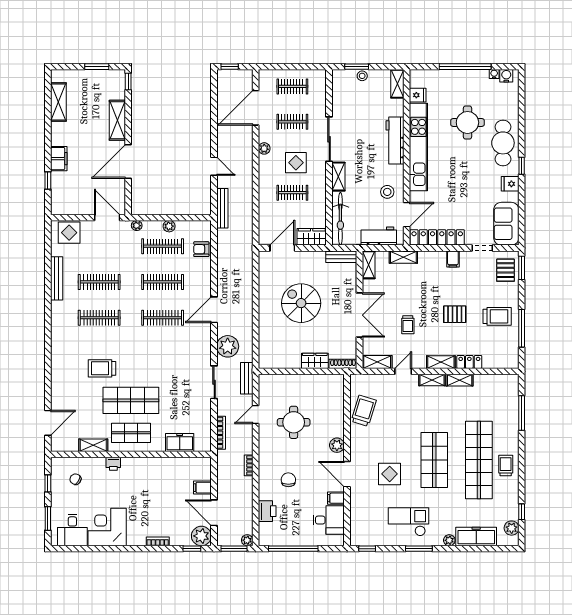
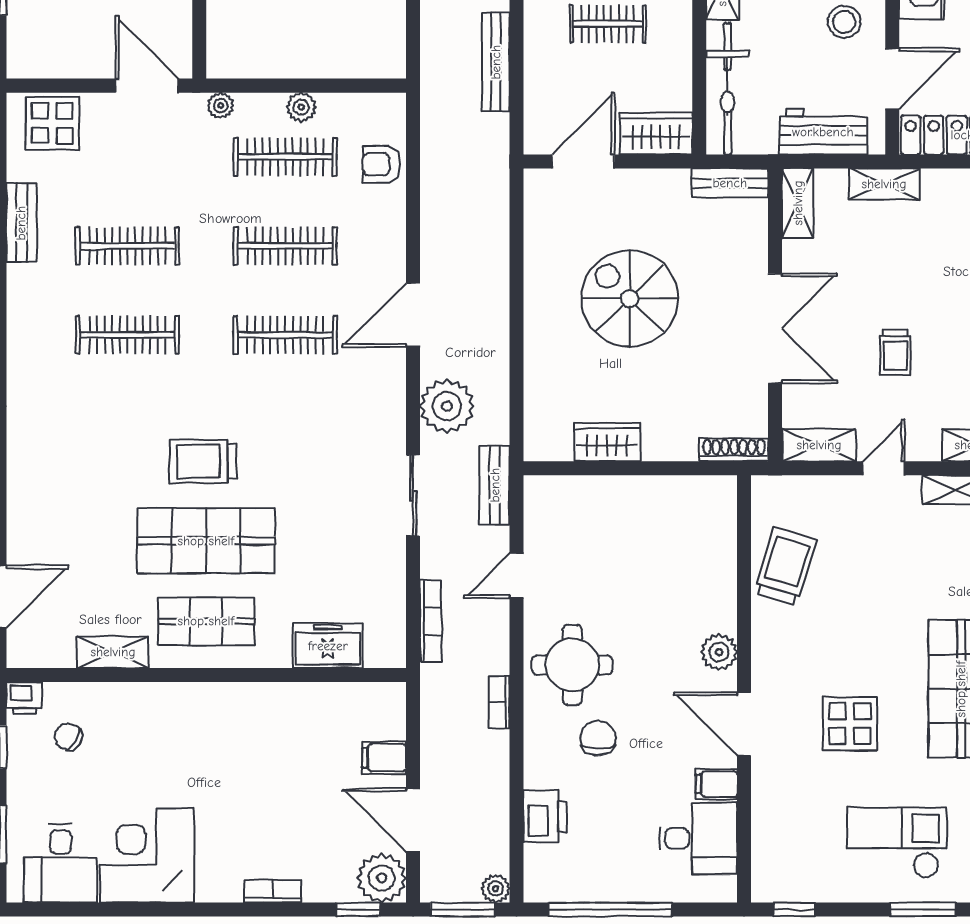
bench: (222, 208) -> (496, 62), moved
bench: (57, 278) -> (21, 223), width x0.73
wardrobe: (315, 361) -> (607, 442), moved
trolley: (102, 368) -> (203, 461), moved
round table: (294, 422) -> (572, 665), moved
printer: (113, 464) -> (24, 698), moved

